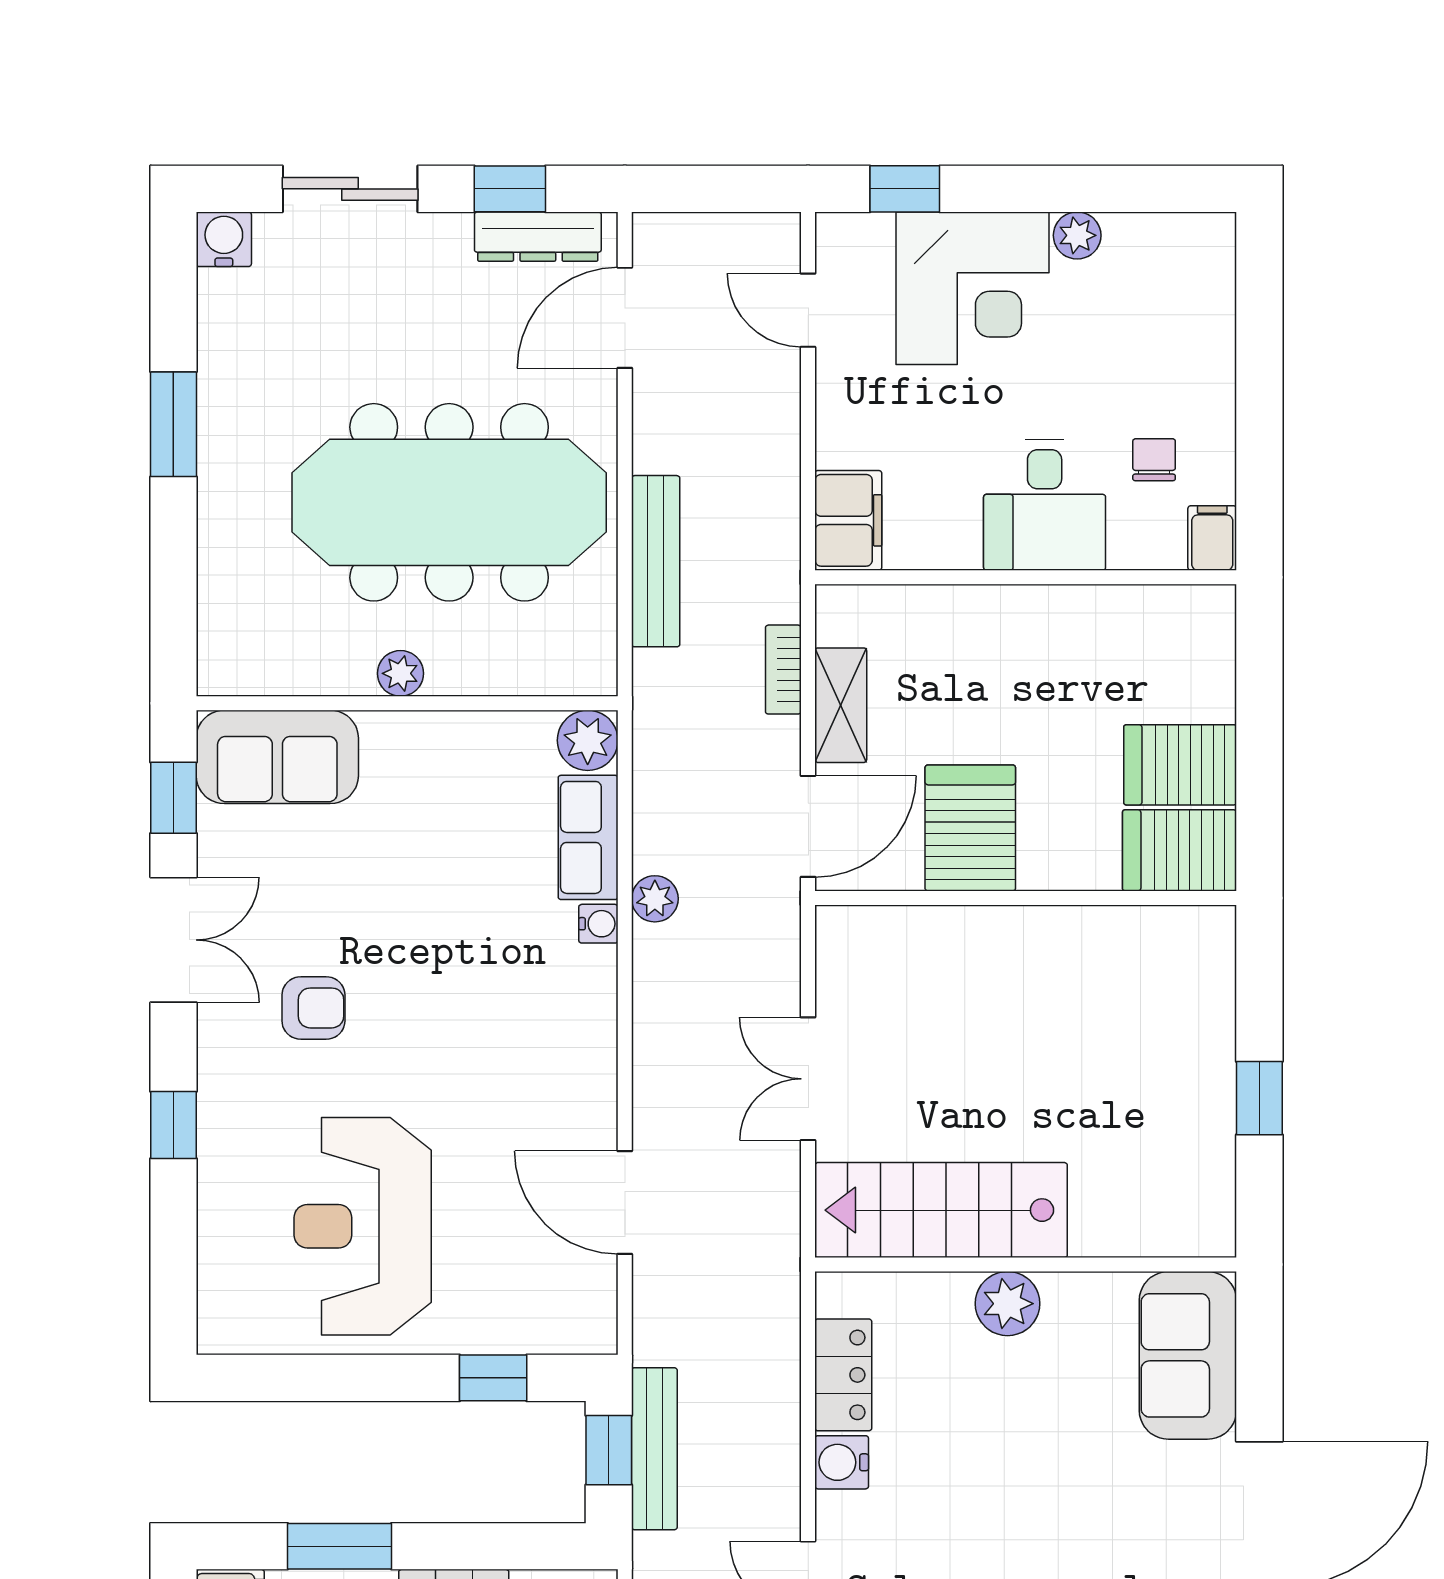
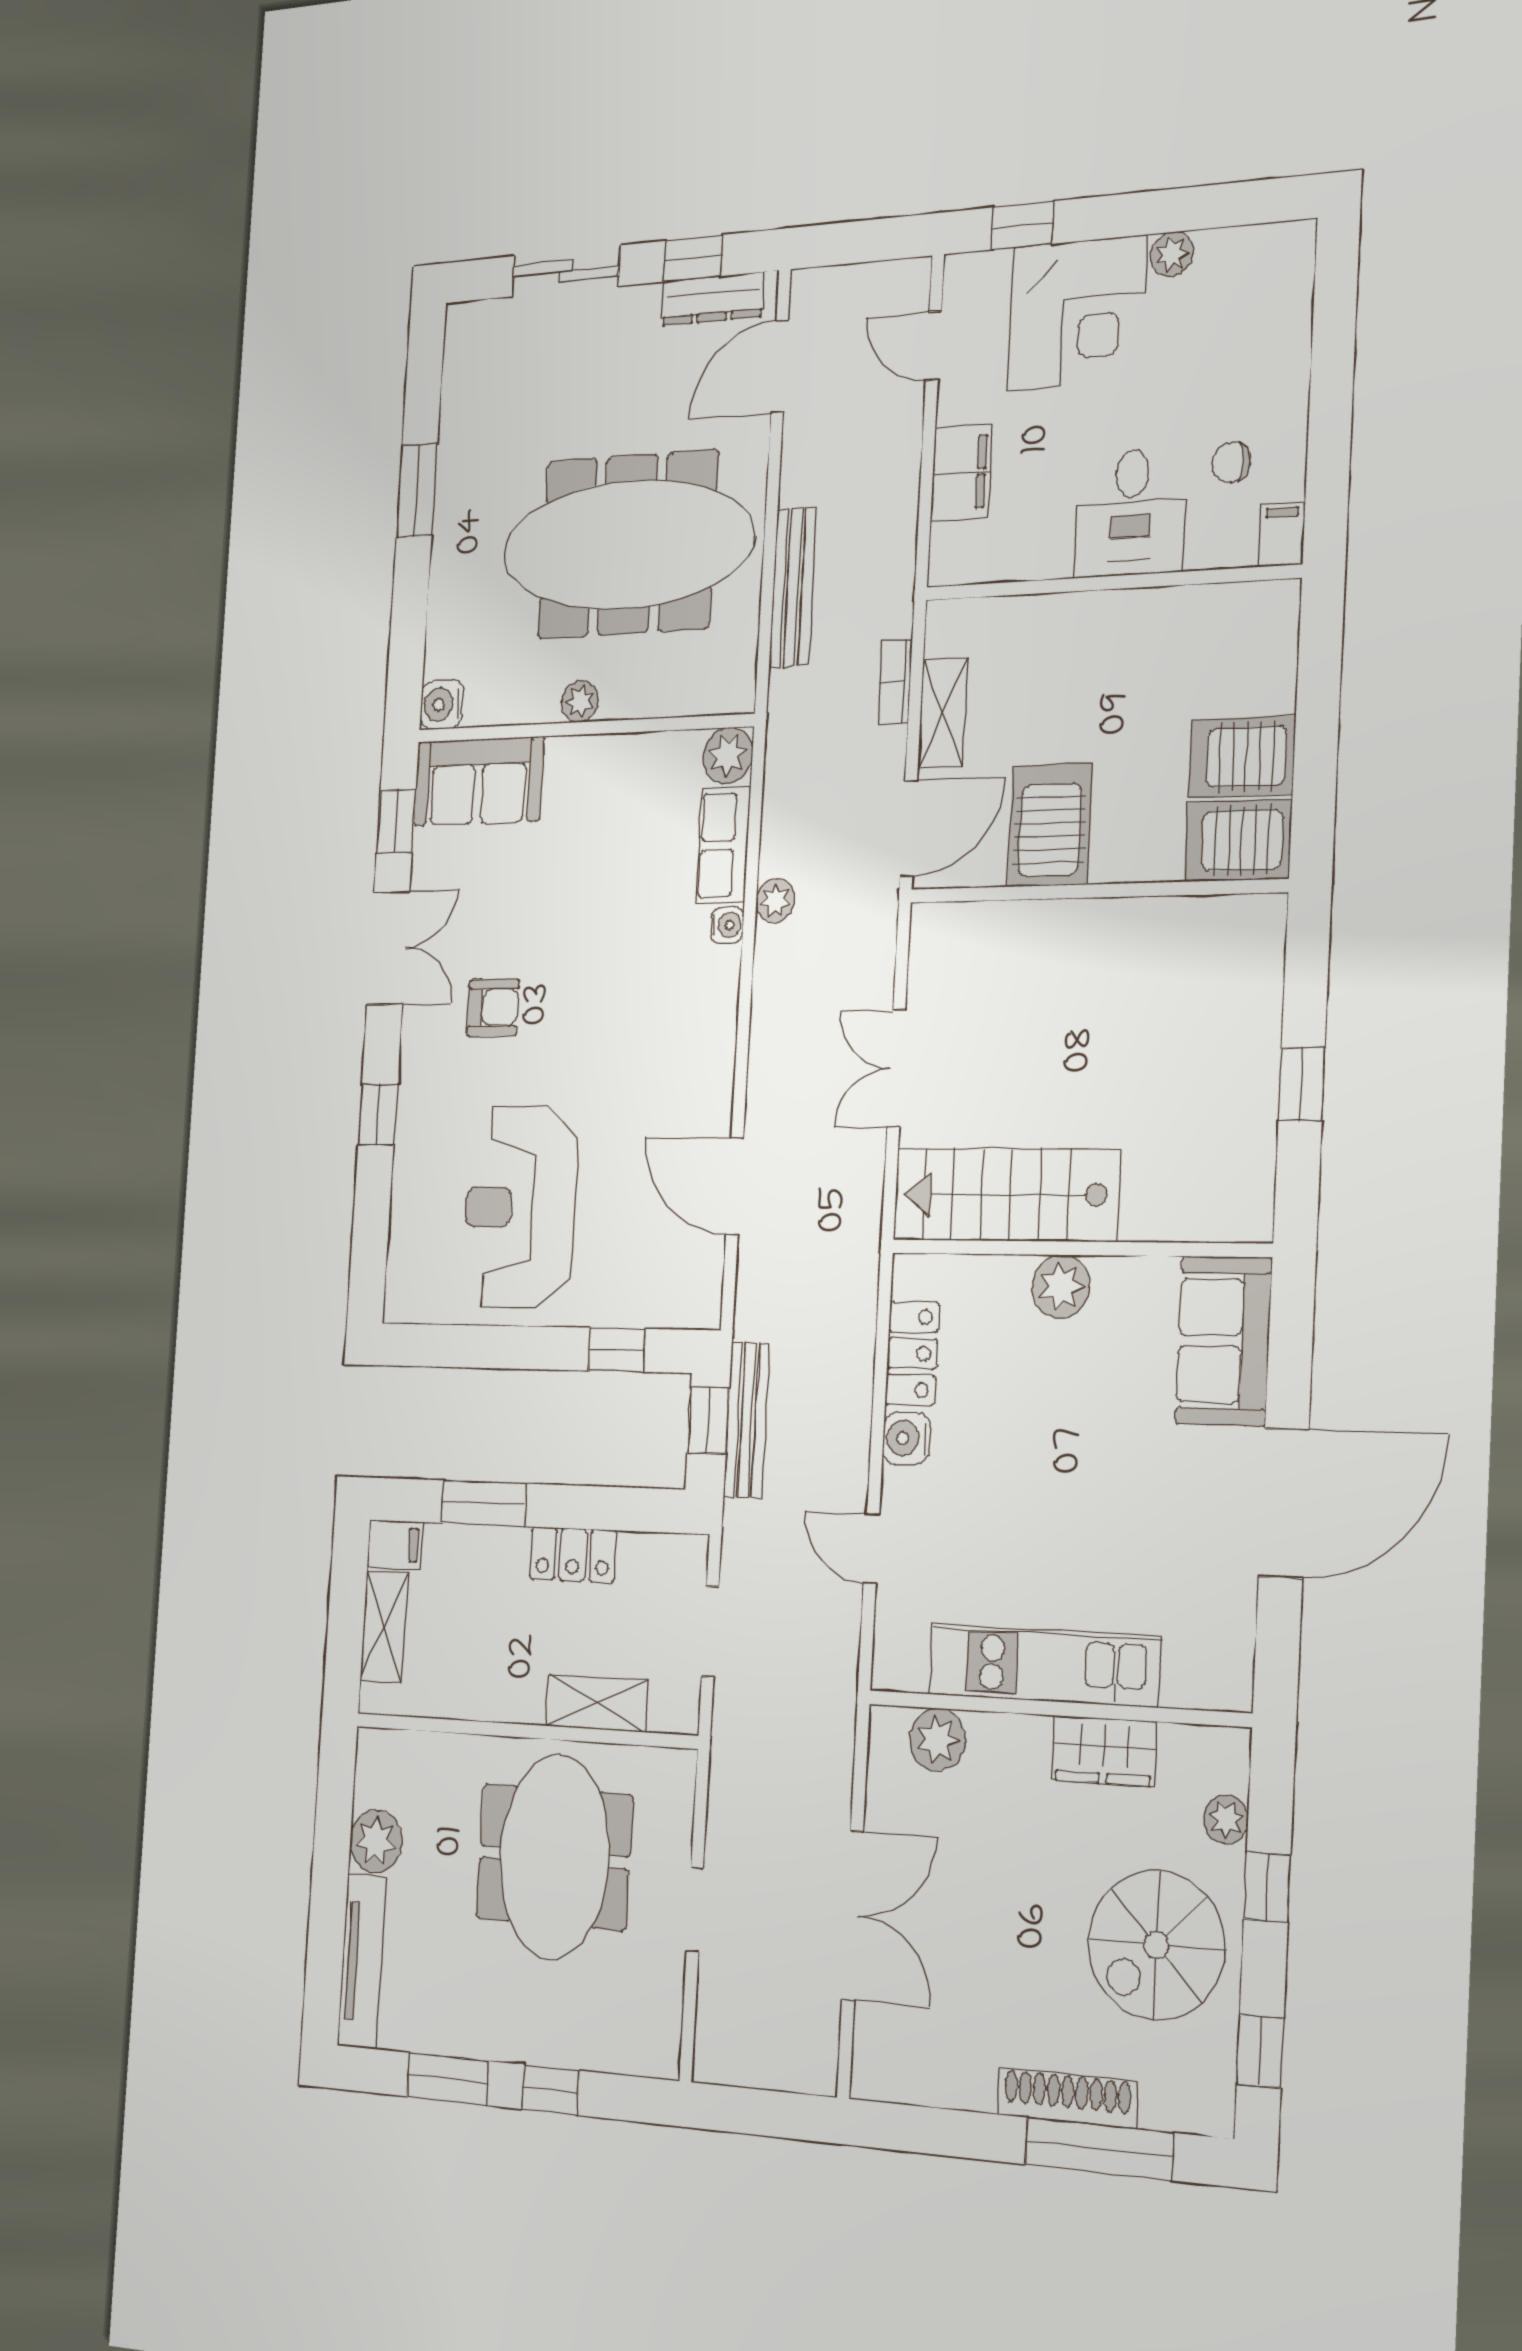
water cooler: (224, 239) -> (442, 704), moved, turned -90
chair: (1154, 460) -> (1232, 462), turned -90
filing cabinet: (848, 520) -> (961, 473), moved

